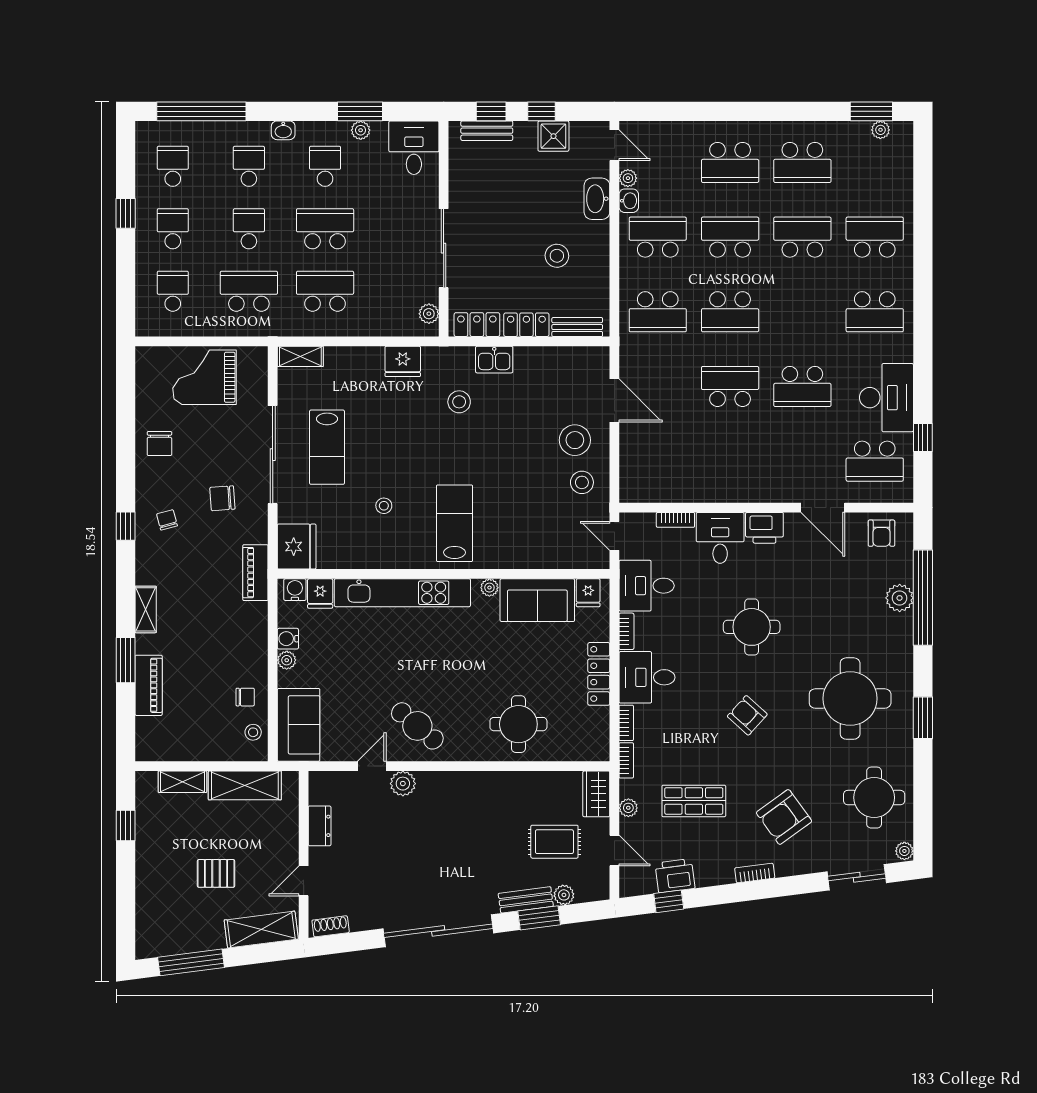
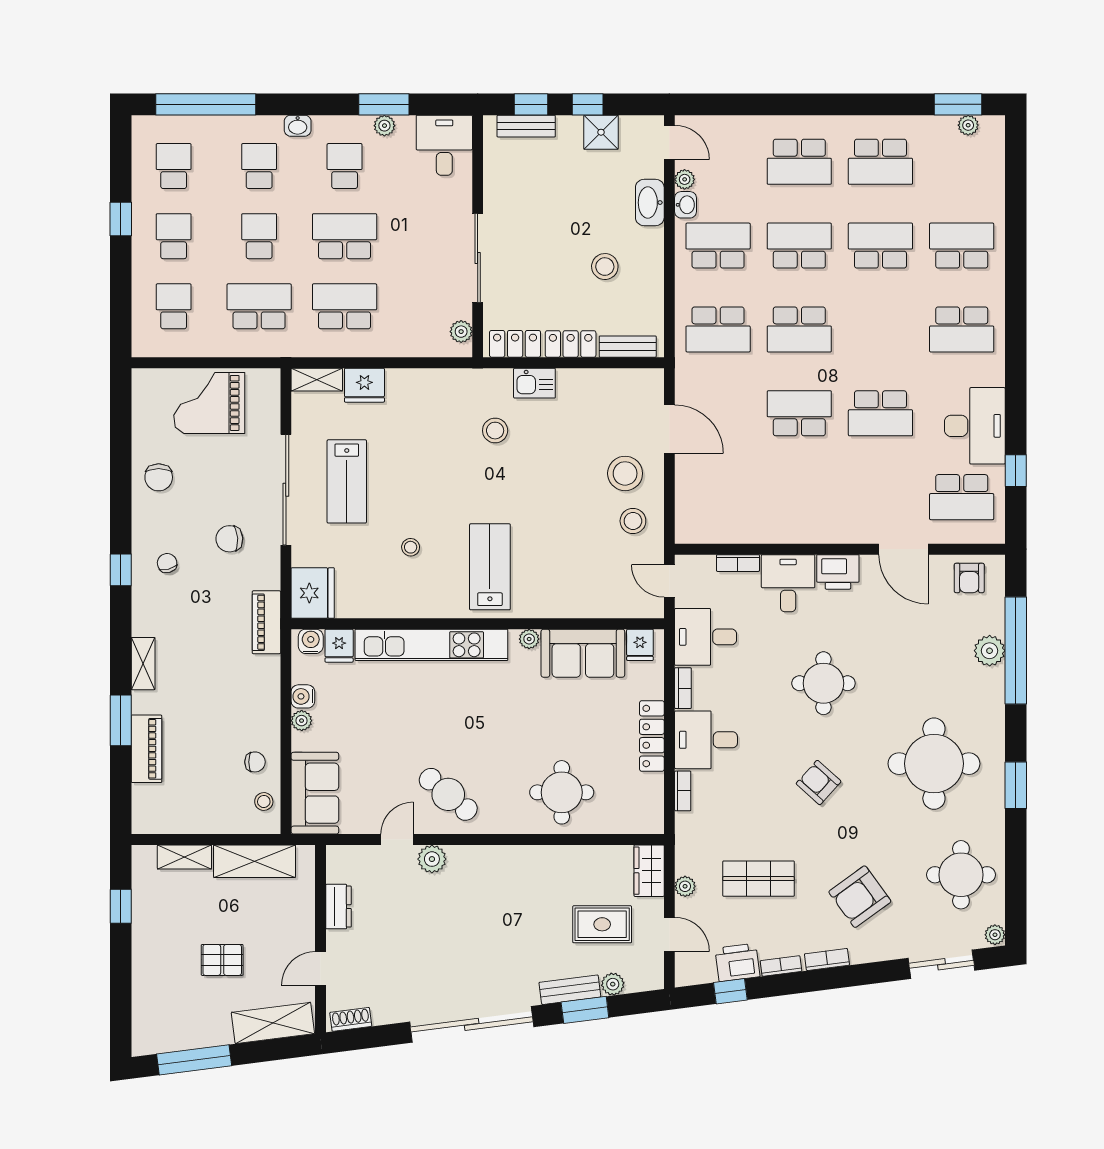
fridge: (403, 361) -> (364, 385), moved
bookcase: (626, 760) -> (781, 966), moved, turned -97

